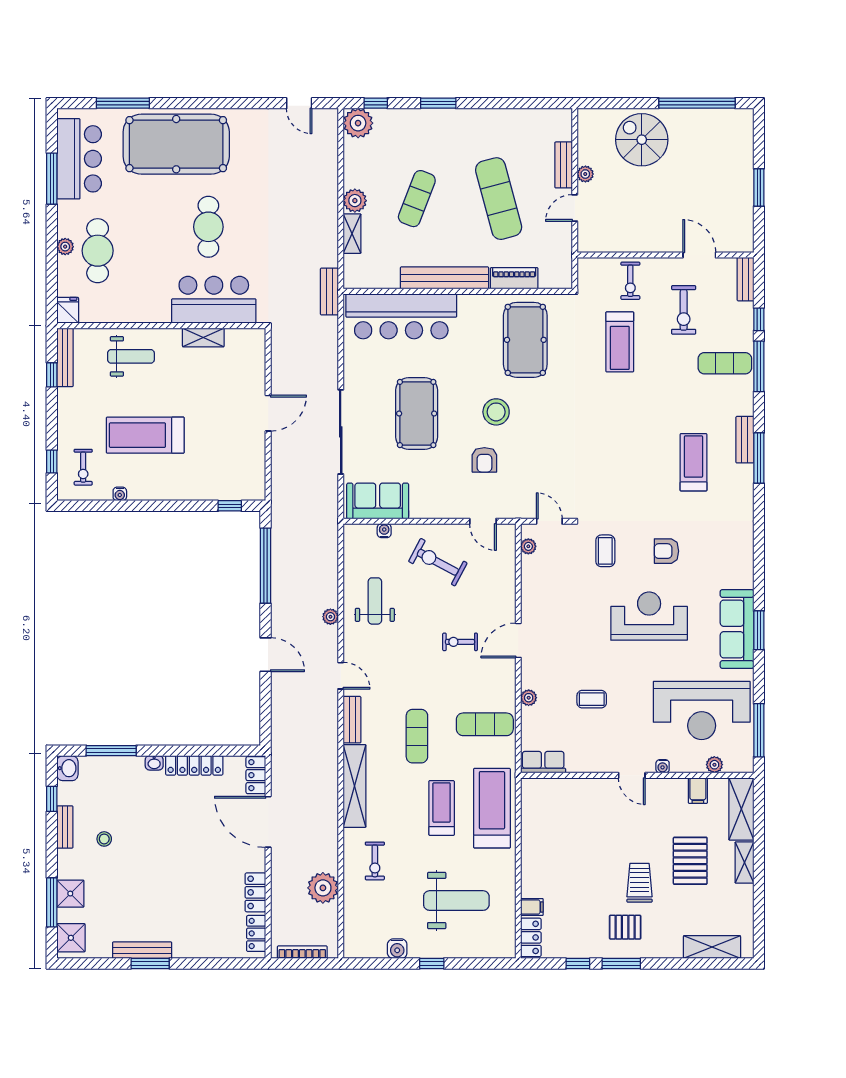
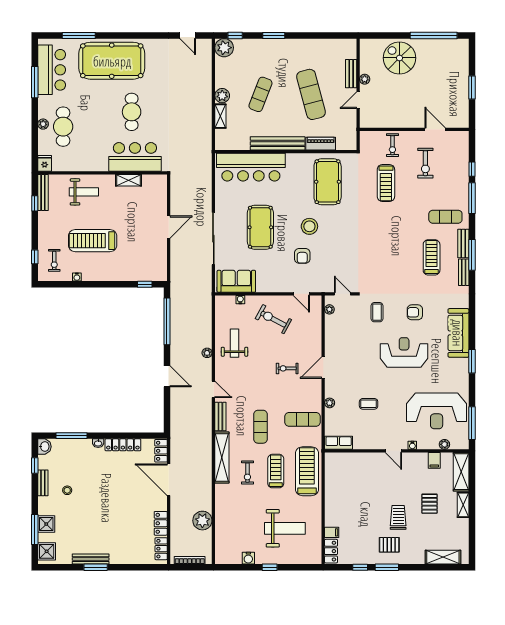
bench: (745, 279) -> (464, 272), moved
bench: (329, 291) -> (206, 152), removed
exercise mat: (725, 363) -> (445, 217), moved
sofa: (737, 629) -> (458, 333), moved
exercise bike: (375, 861) -> (247, 473), moved
pallet: (690, 861) -> (429, 504), width x0.67, depth x0.71

